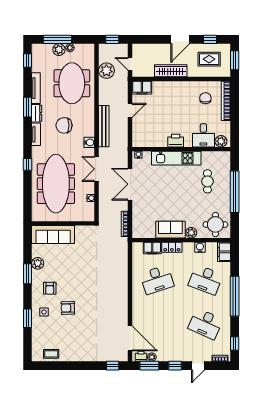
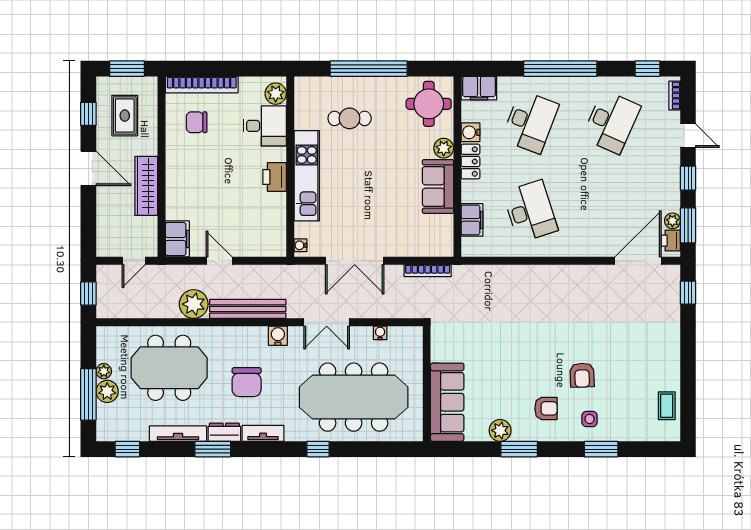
plant: (106, 71) -> (194, 304), moved
locker: (172, 247) -> (471, 162), moved

